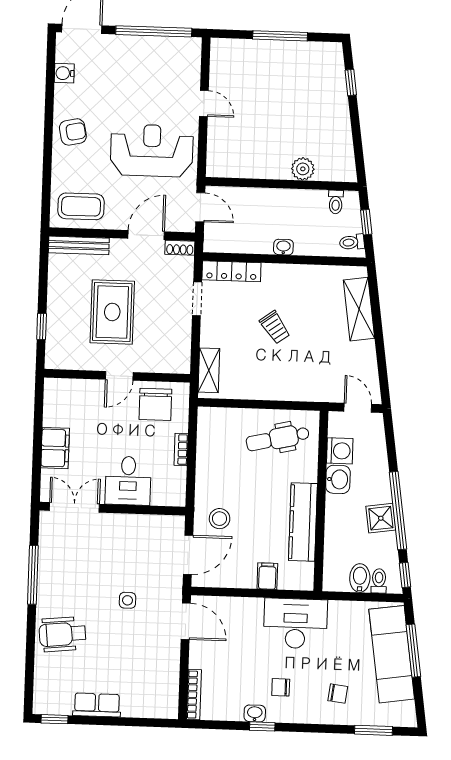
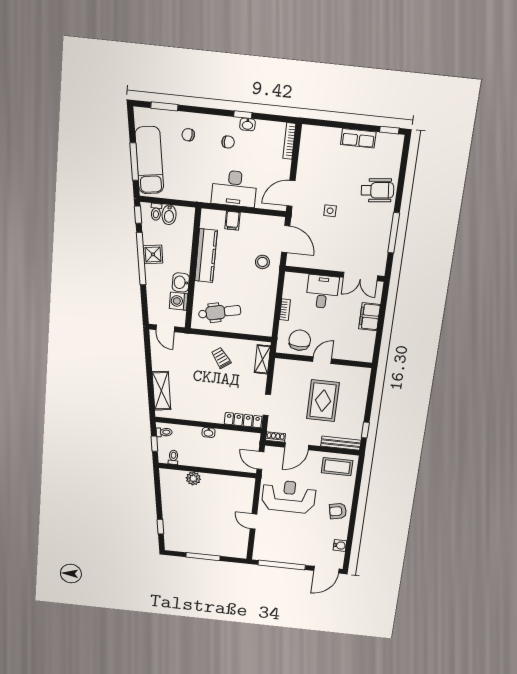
reception desk: (152, 151) -> (289, 496), turned 180
window: (42, 327) -> (365, 430), moved
trolley: (275, 327) -> (221, 358), moved
door: (188, 555) -> (286, 239), swing flipped
door: (186, 621) -> (291, 193), hinge flipped
desk: (295, 623) -> (234, 188), moved

